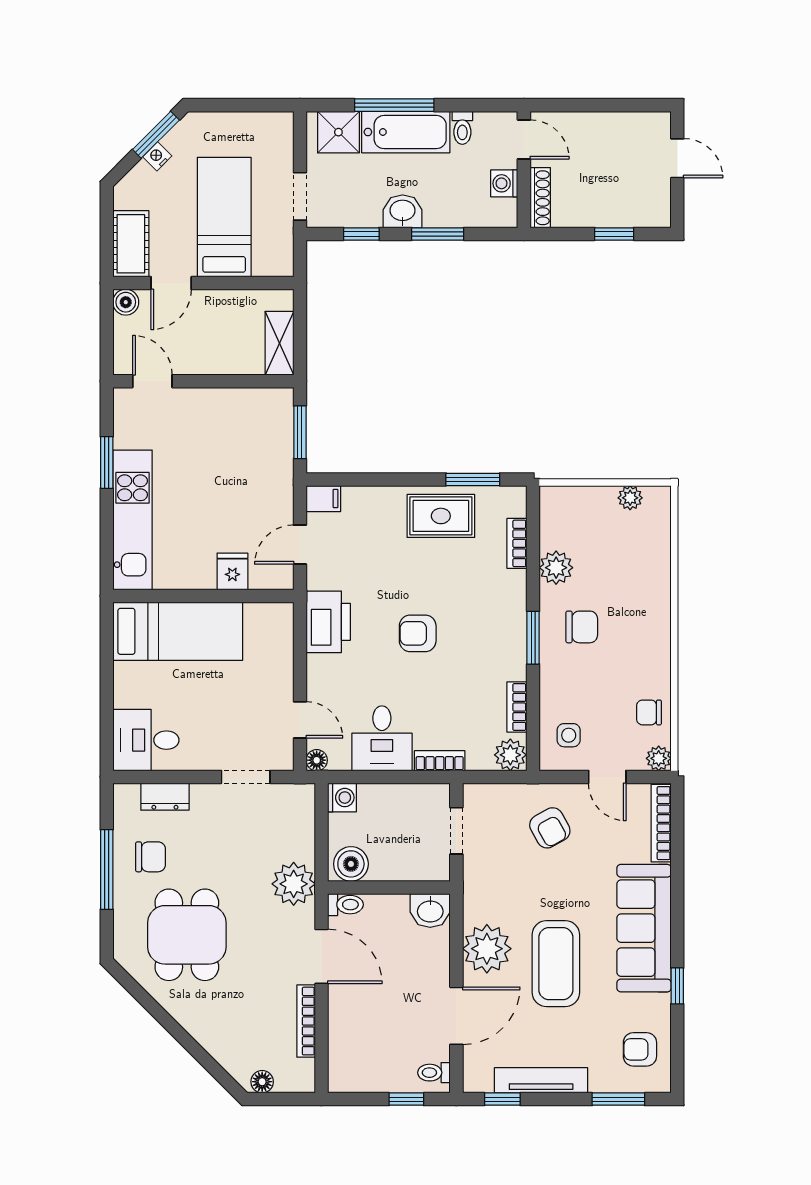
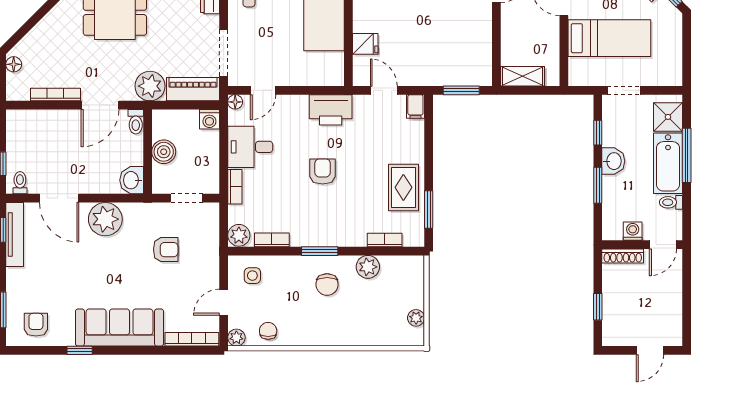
doorway: (246, 777) -> (224, 53), width x1.38
piano: (298, 821) -> (193, 89), added
armchair: (550, 828) -> (166, 250), moved, turned -151
boiler: (351, 864) -> (164, 152), moved
coffee table: (556, 964) -> (95, 267), removed
tv unit: (541, 1080) -> (15, 235), moved

